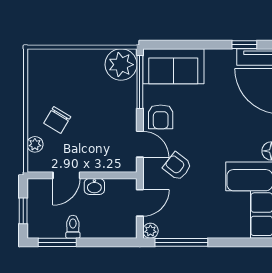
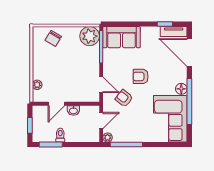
armchair: (161, 117) -> (141, 76), moved, turned 90
chair: (57, 120) -> (53, 38), moved

